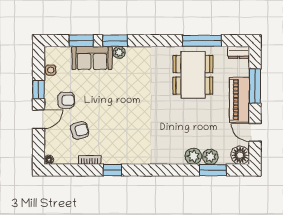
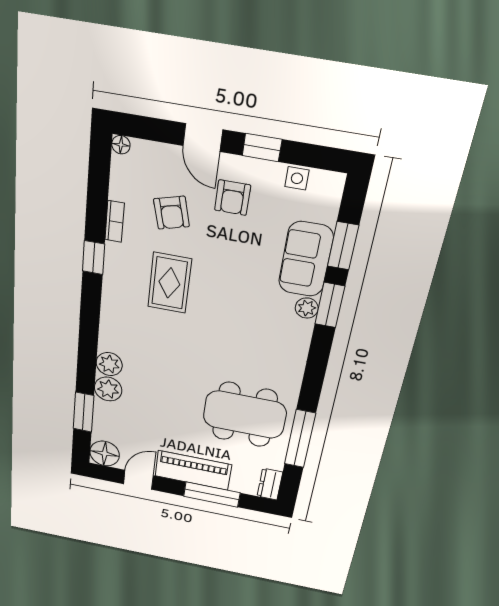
rug: (119, 127) -> (169, 283), added
plant: (210, 157) -> (109, 364), moved

